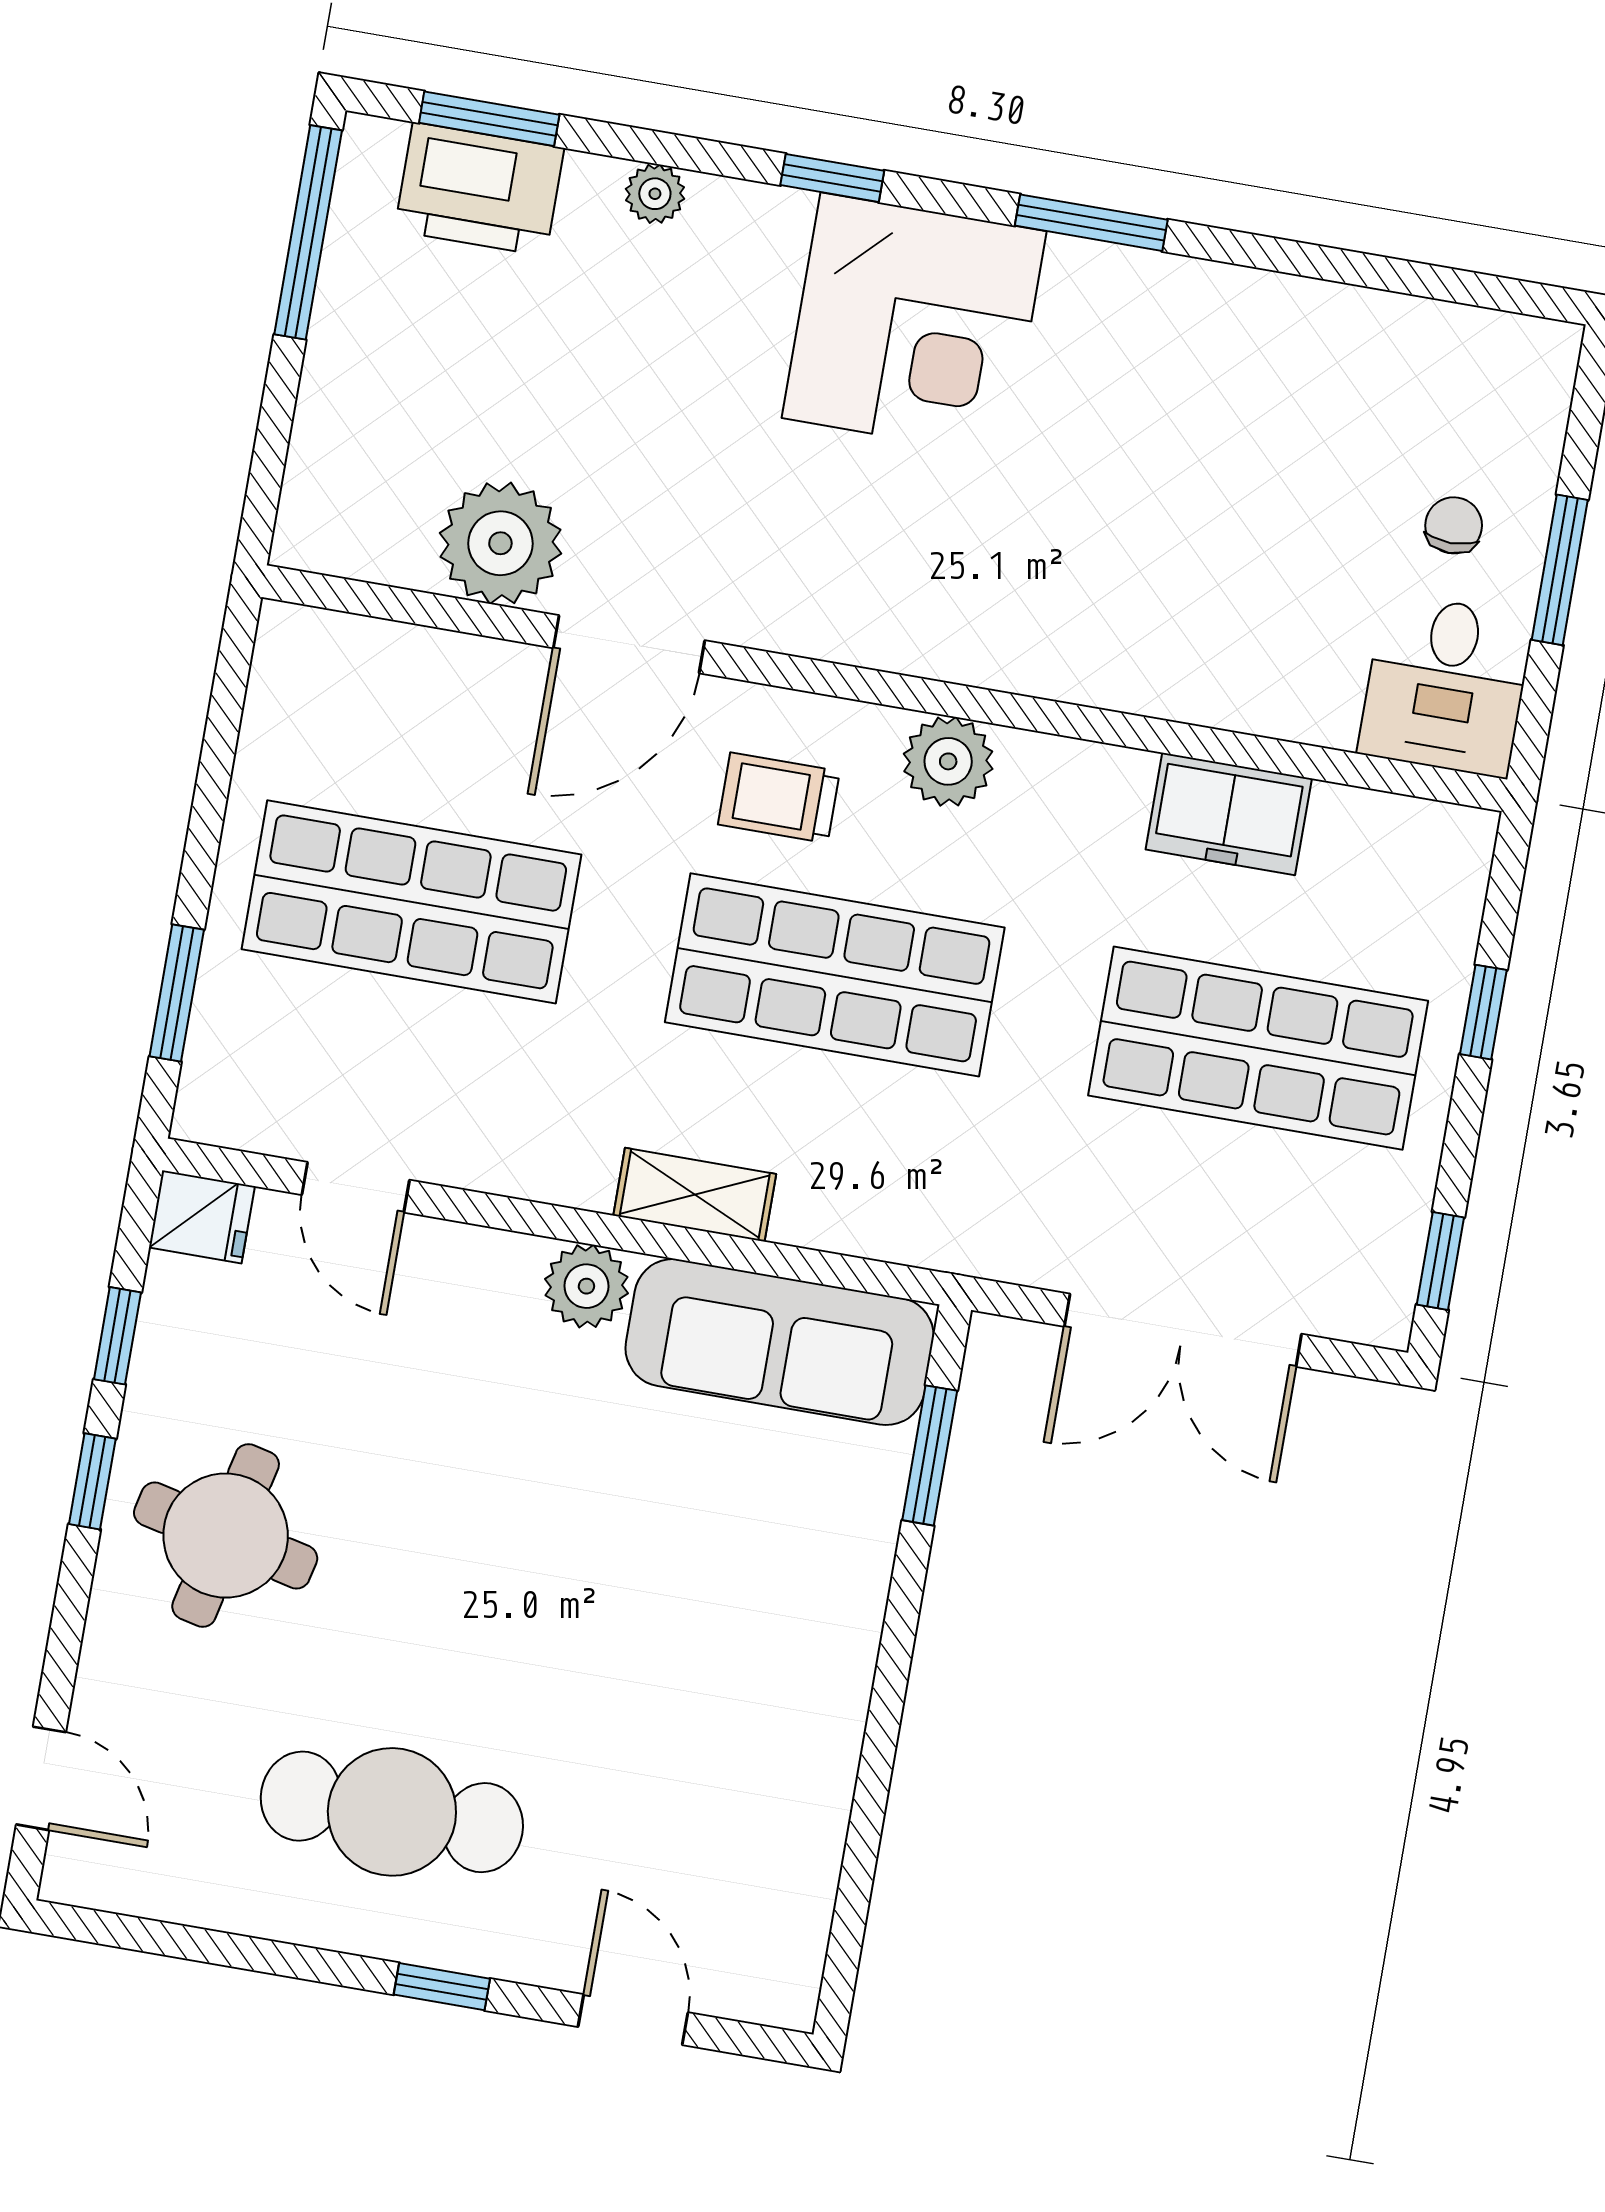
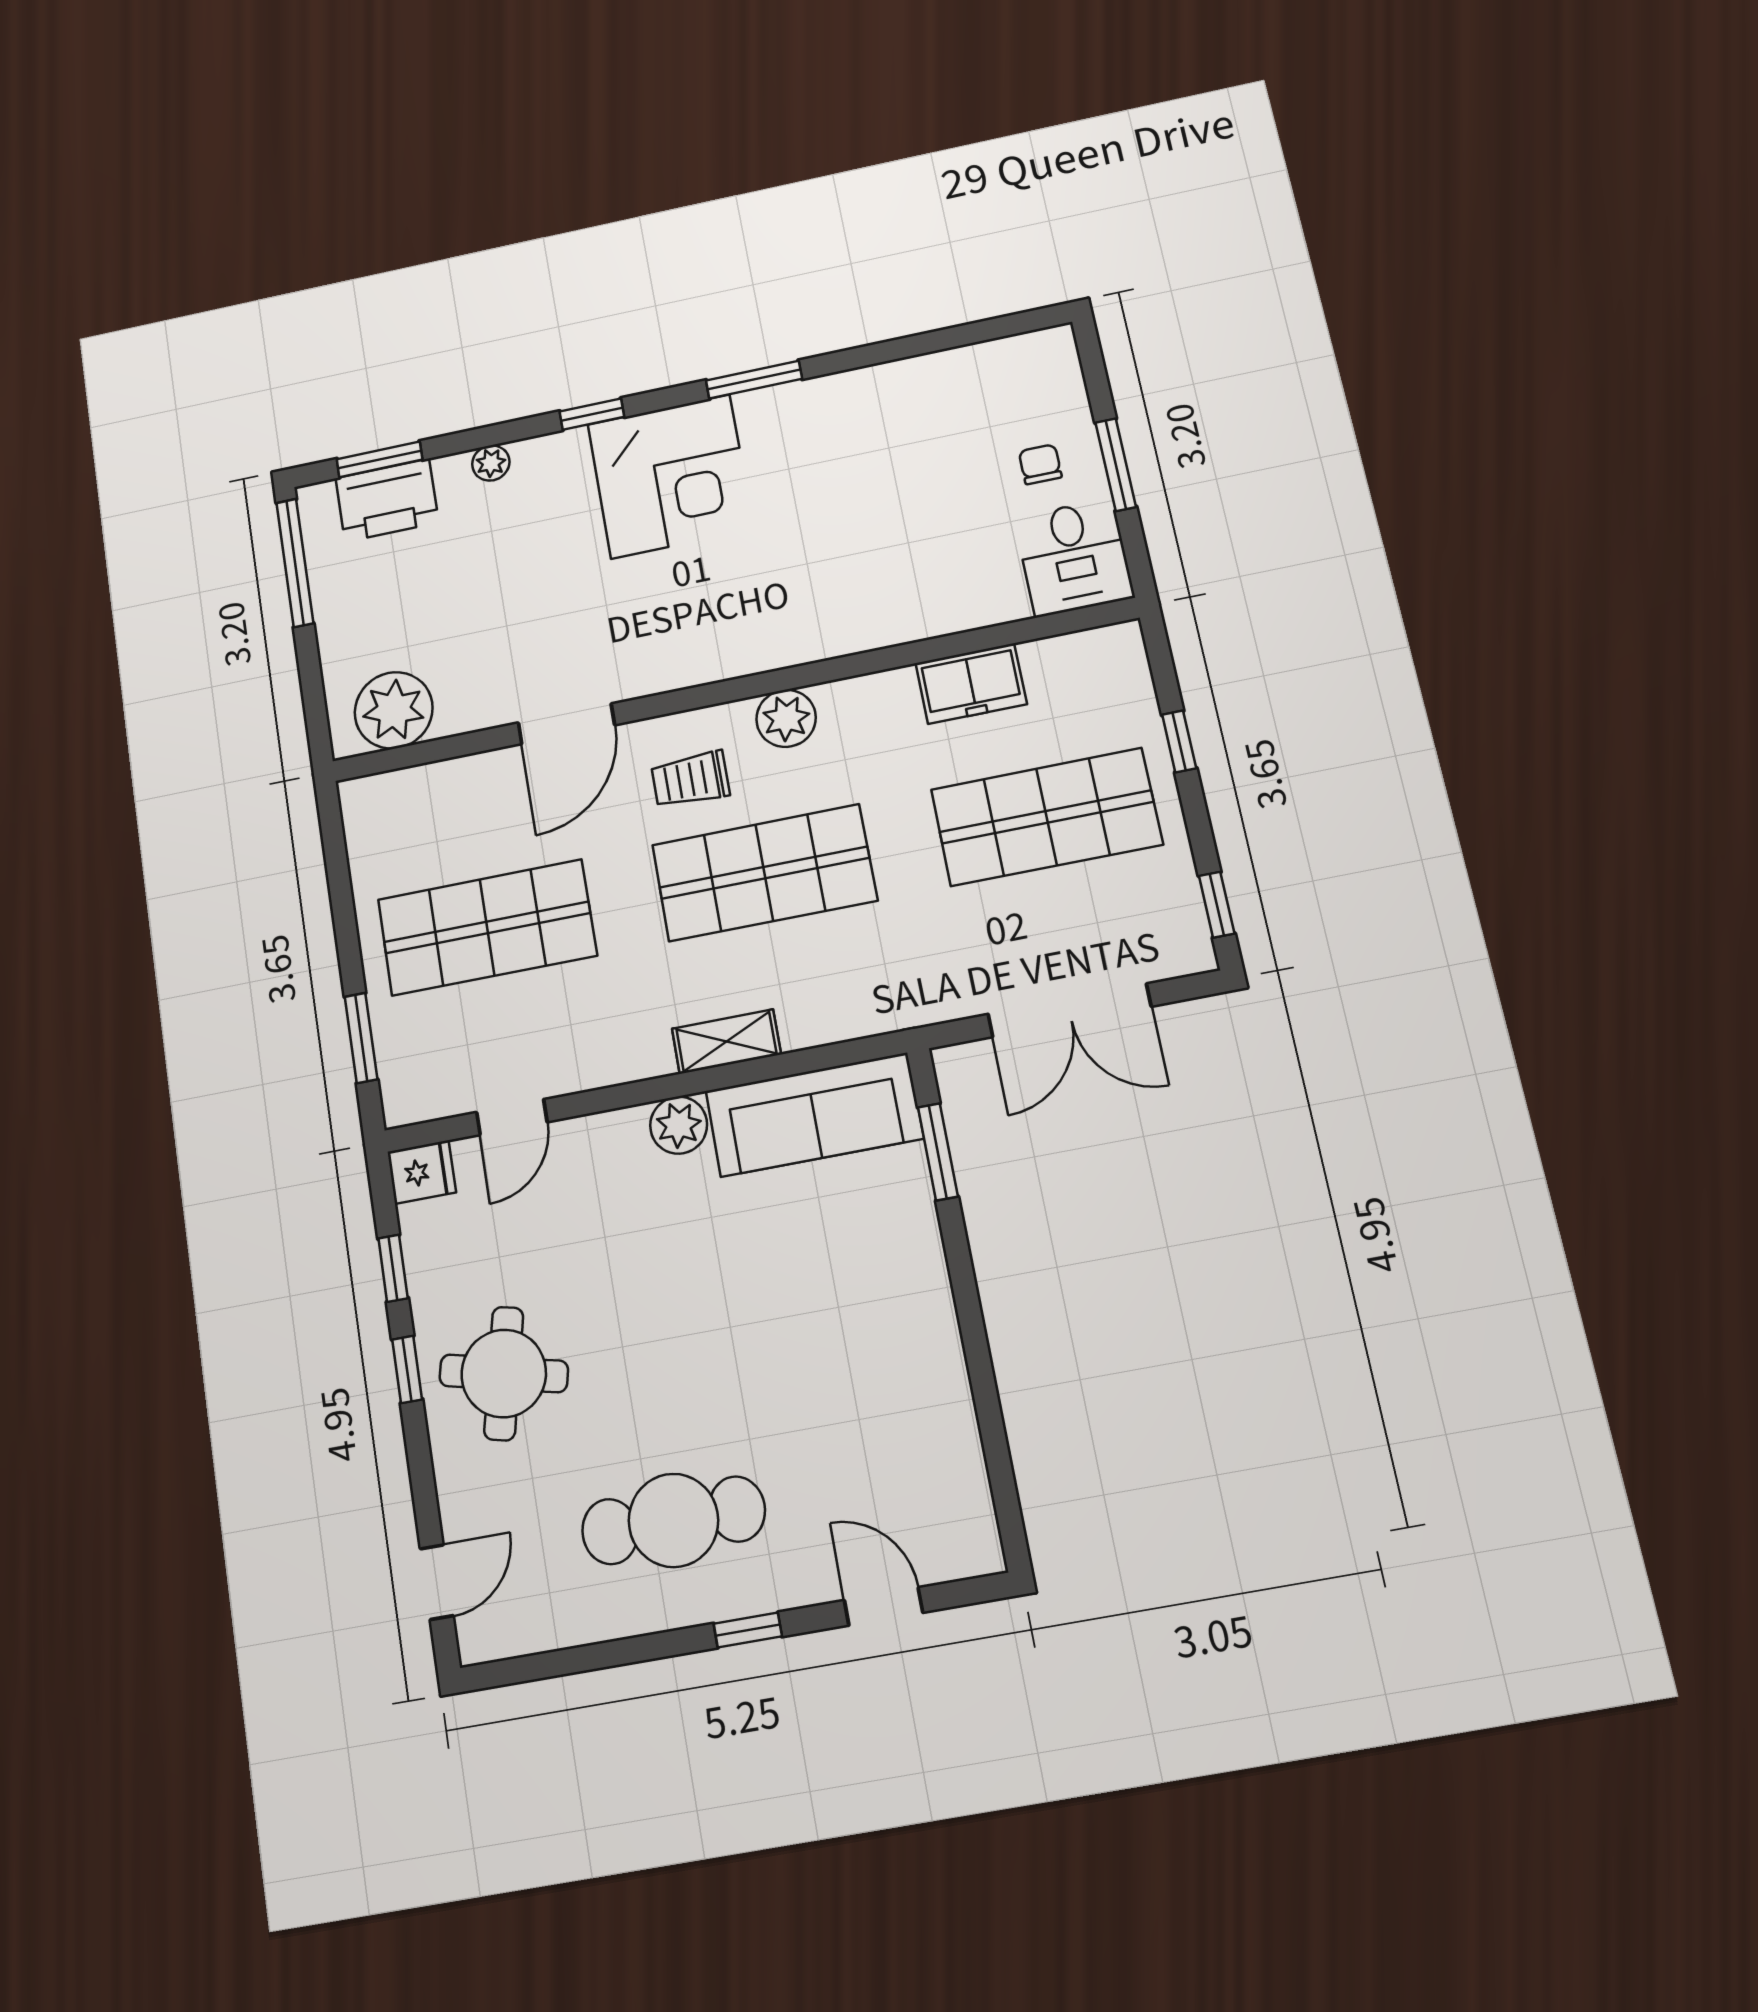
plant: (500, 543) -> (394, 710), moved
door: (356, 1187) -> (512, 1117), hinge flipped
door: (41, 1778) -> (437, 1582), hinge flipped

